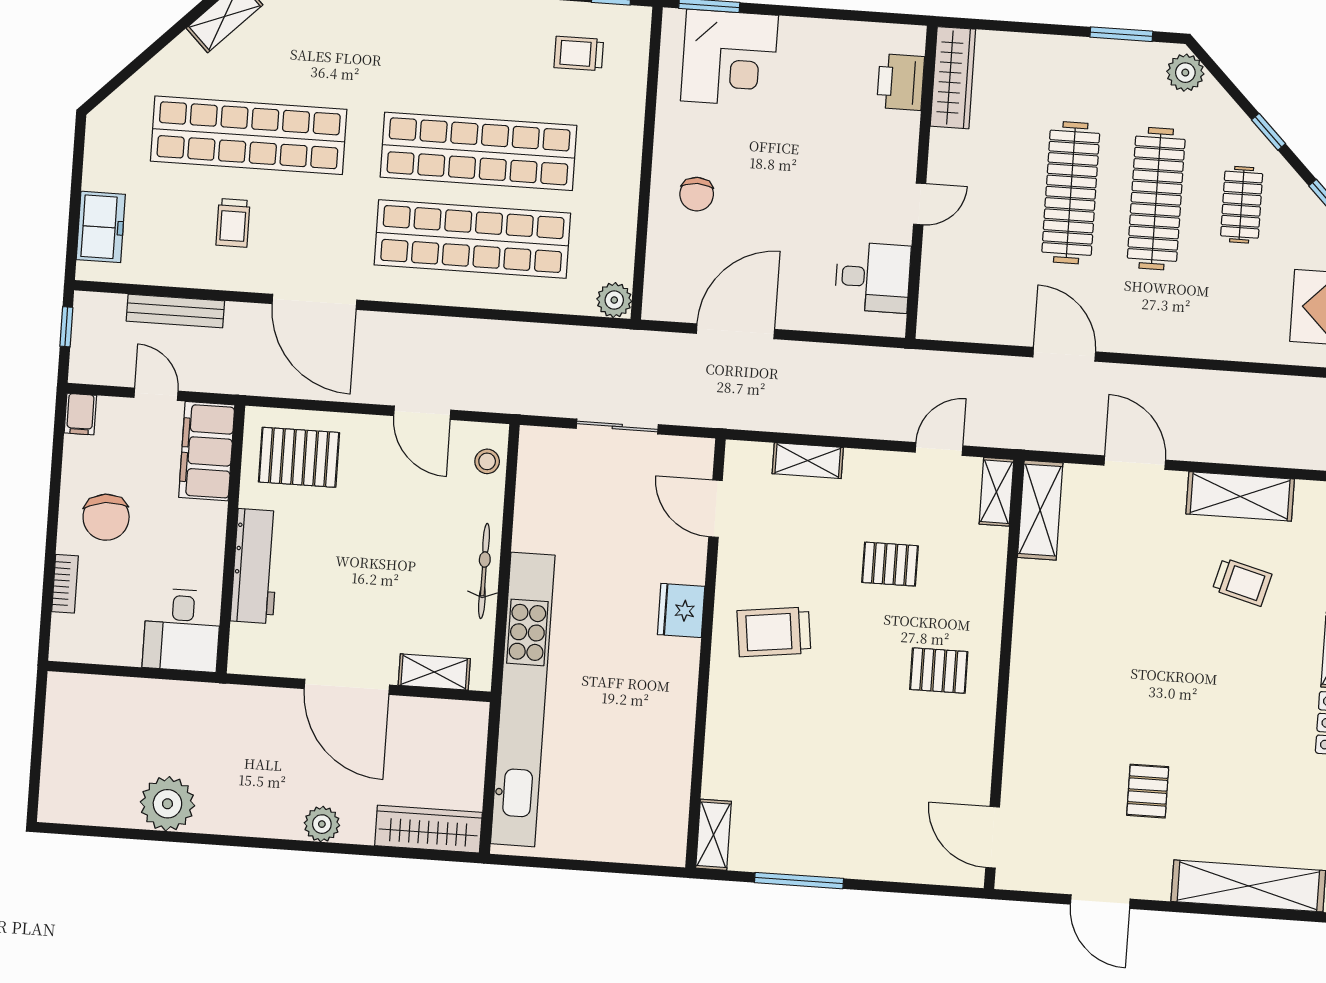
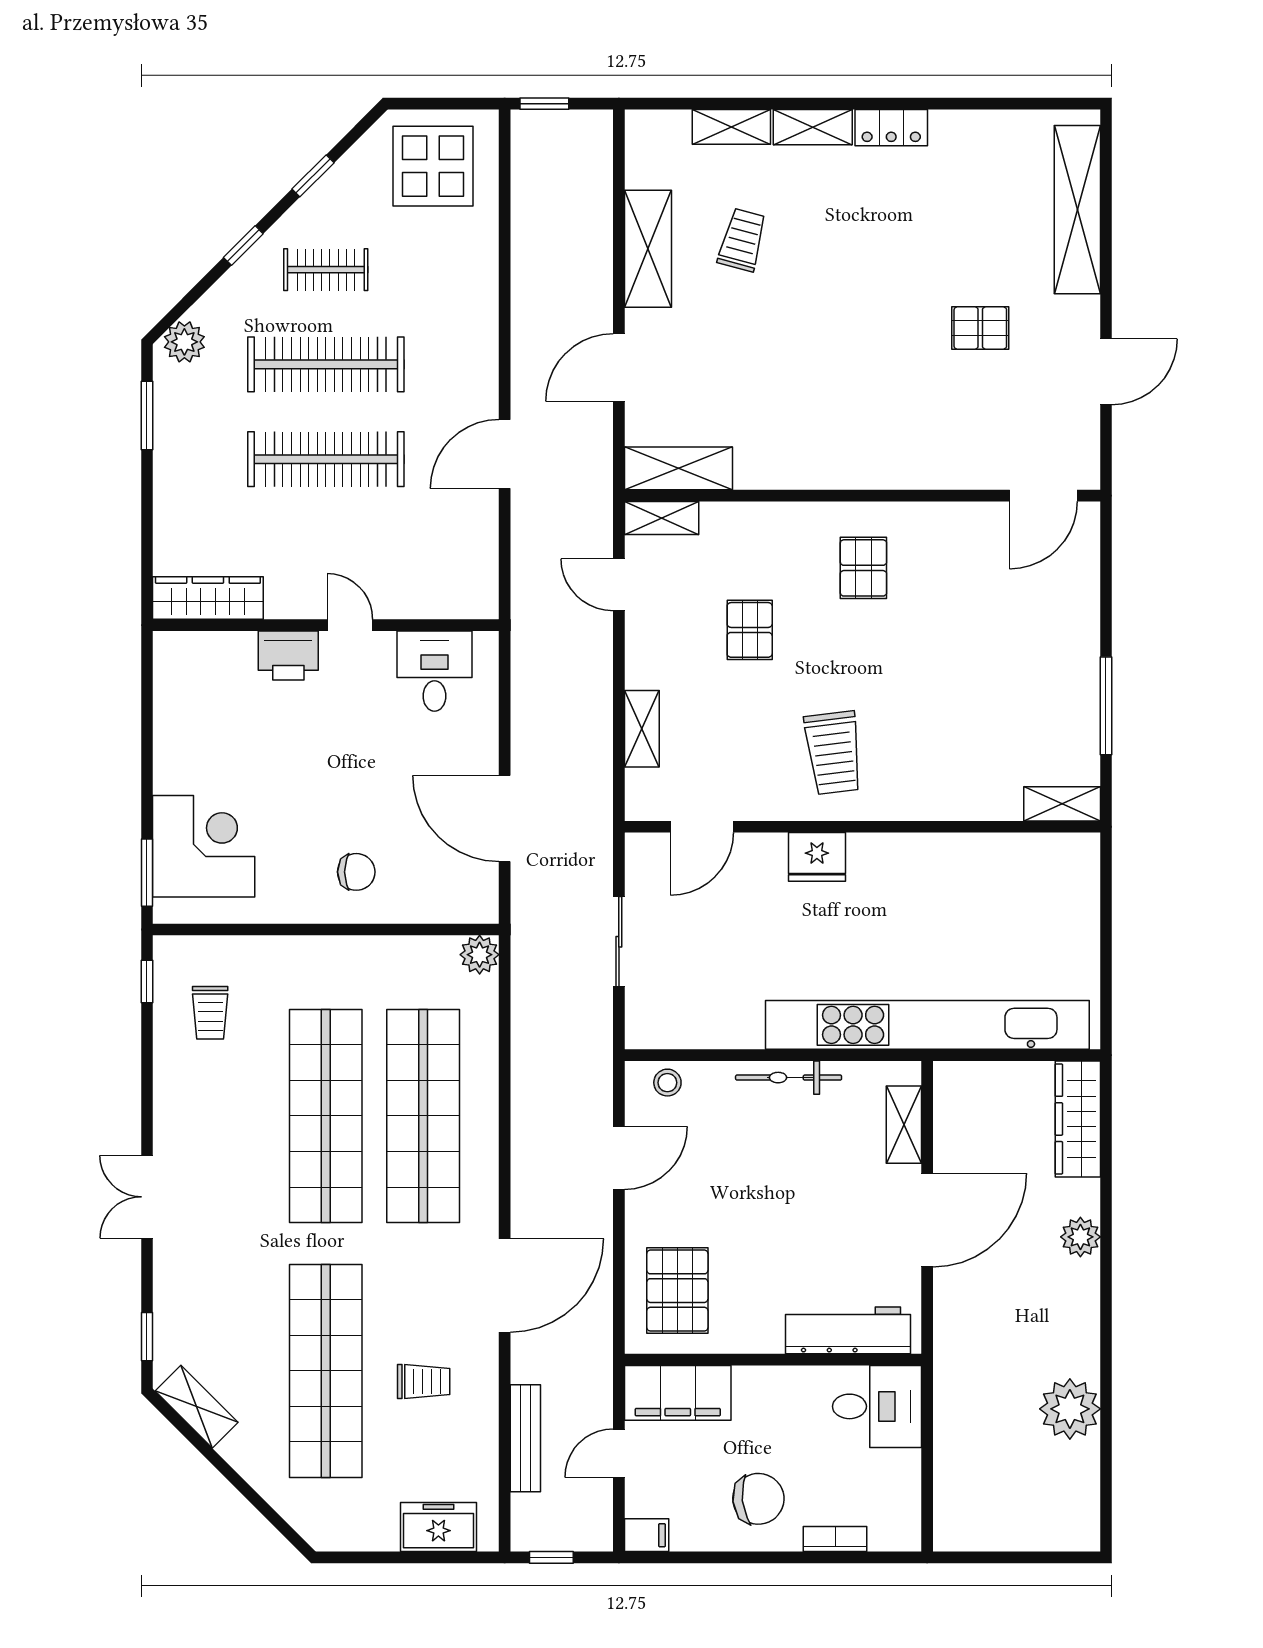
printer: (901, 82) -> (288, 655), moved
workbench: (255, 566) -> (848, 1330), moved

